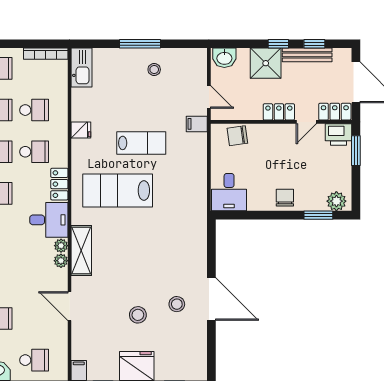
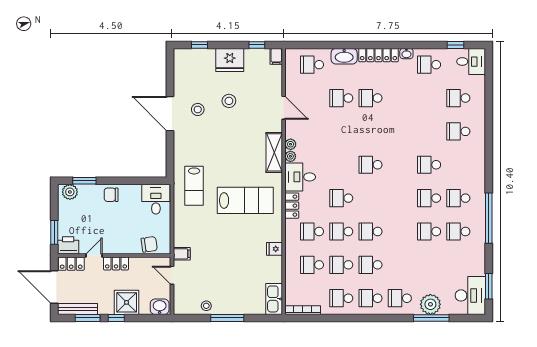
window: (314, 44) -> (88, 318), width x1.50
bench: (307, 55) -> (77, 309), moved
stool: (154, 69) -> (206, 306), moved
lab bench: (141, 143) -> (194, 186), moved, turned -90
chair: (285, 198) -> (111, 195), turned 90

